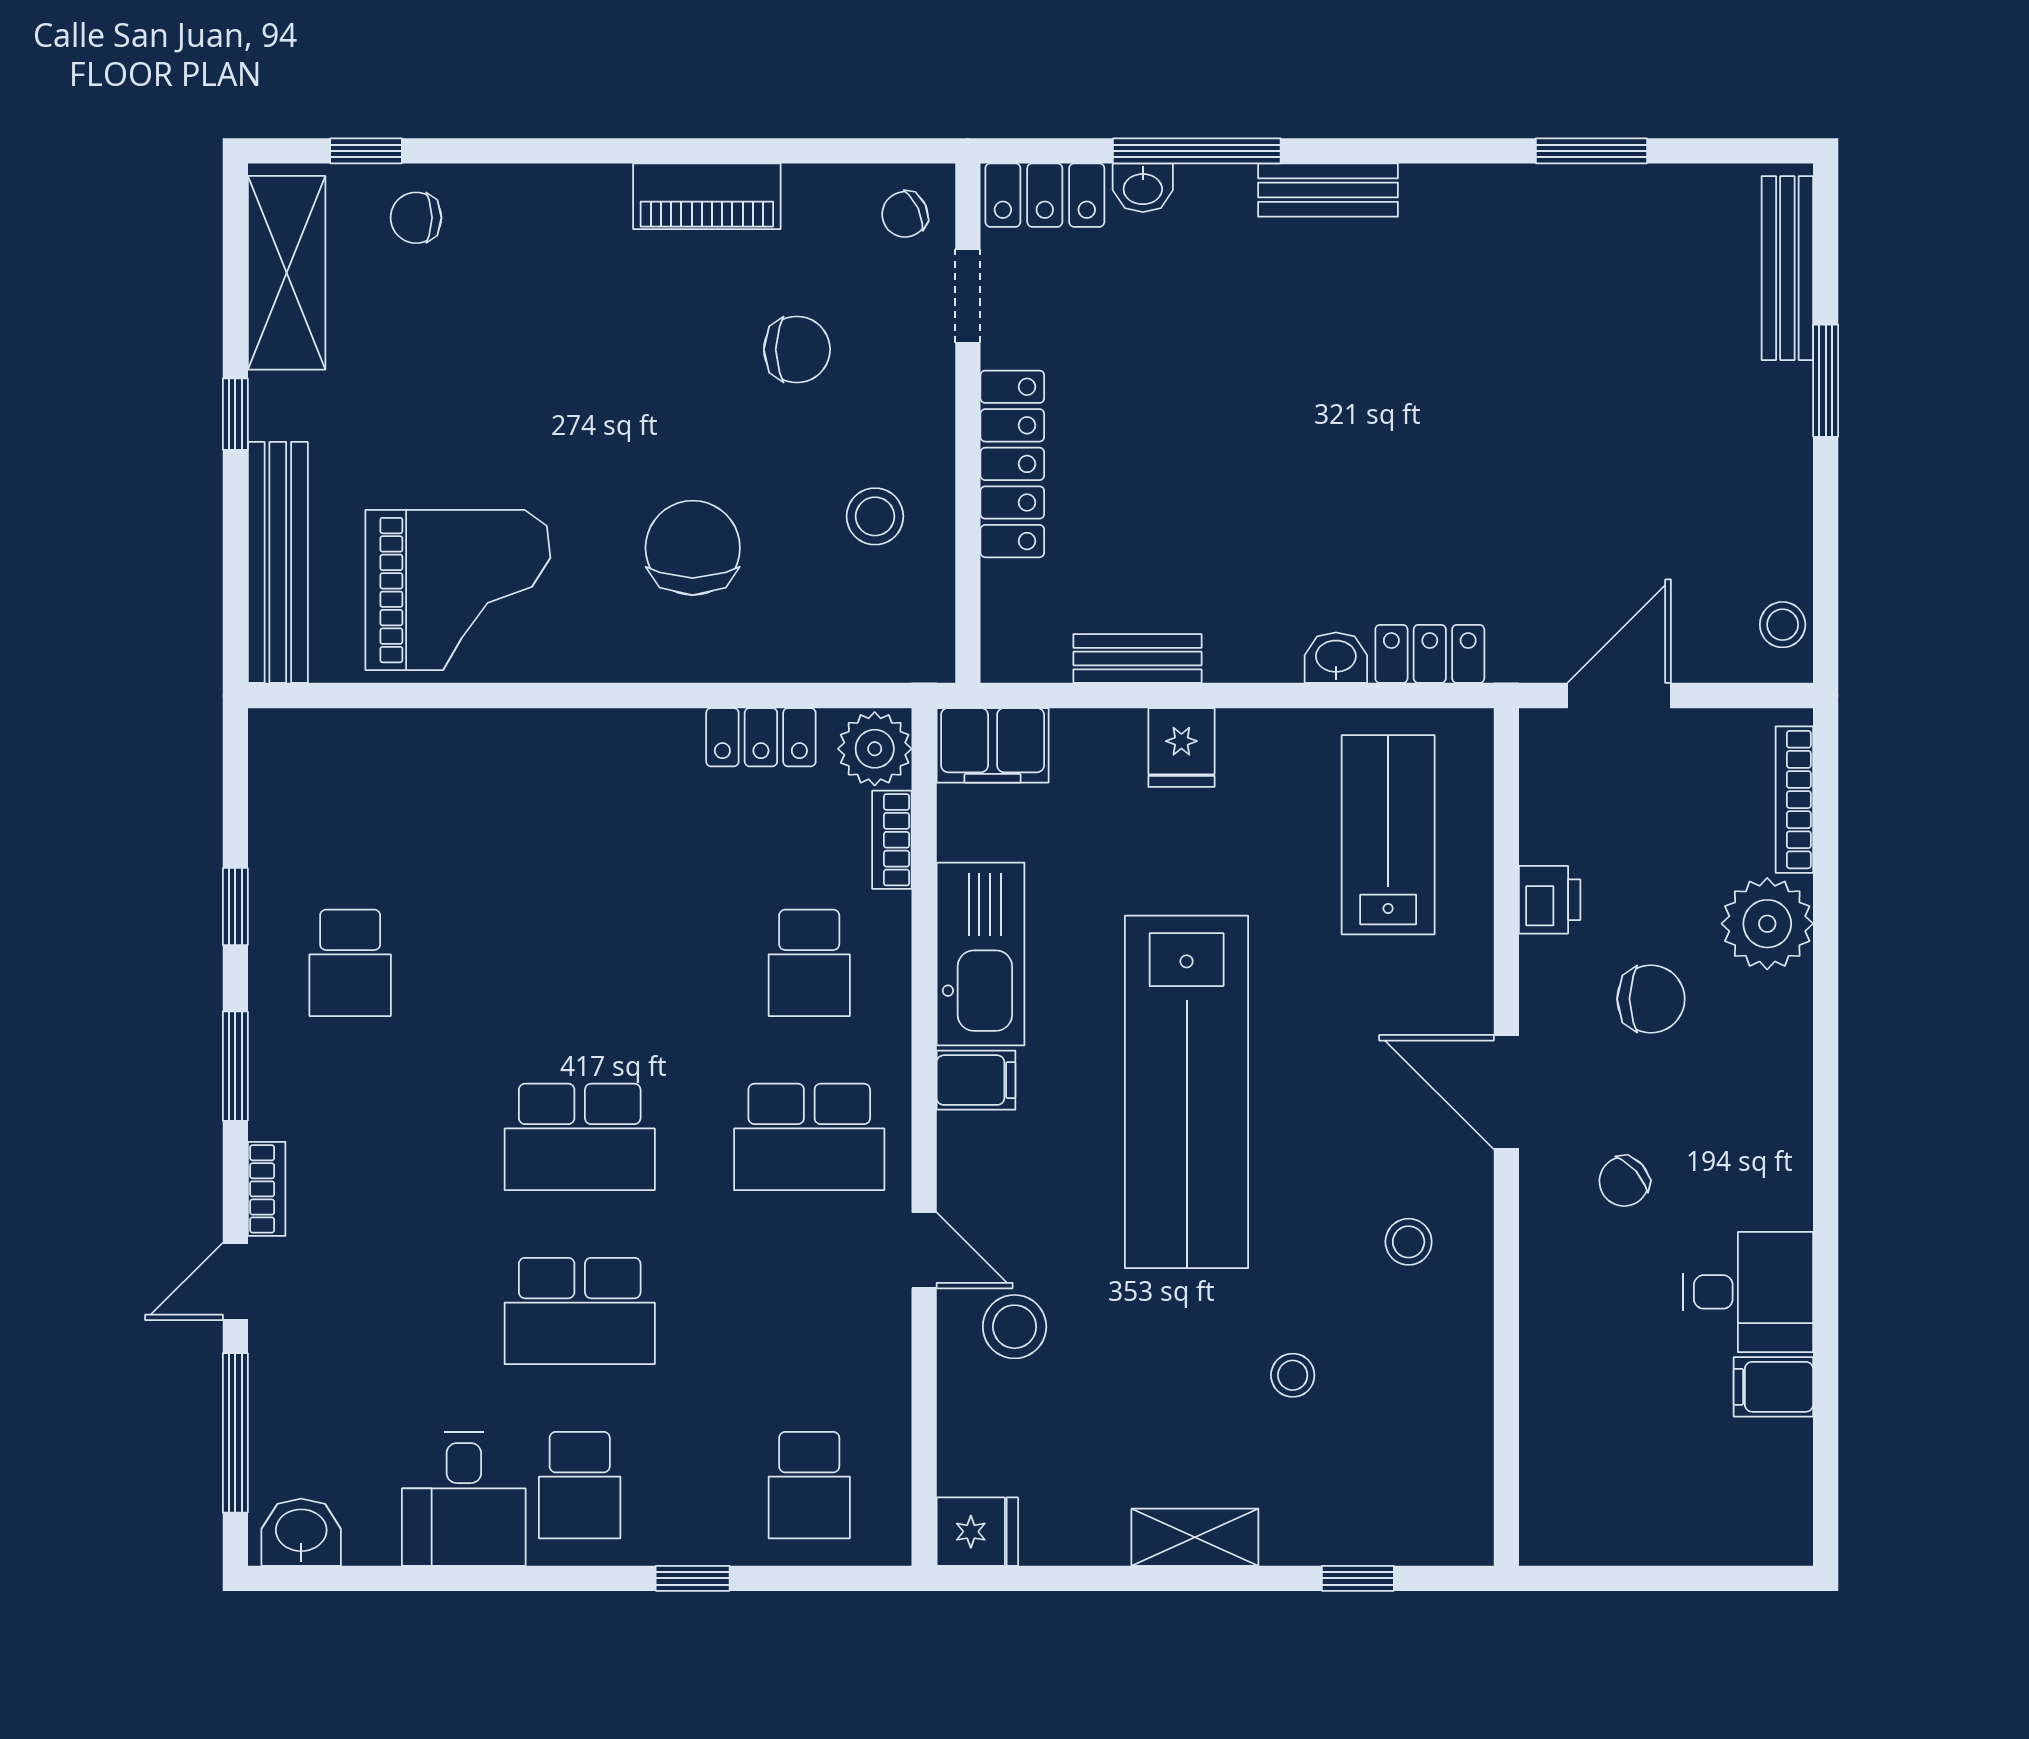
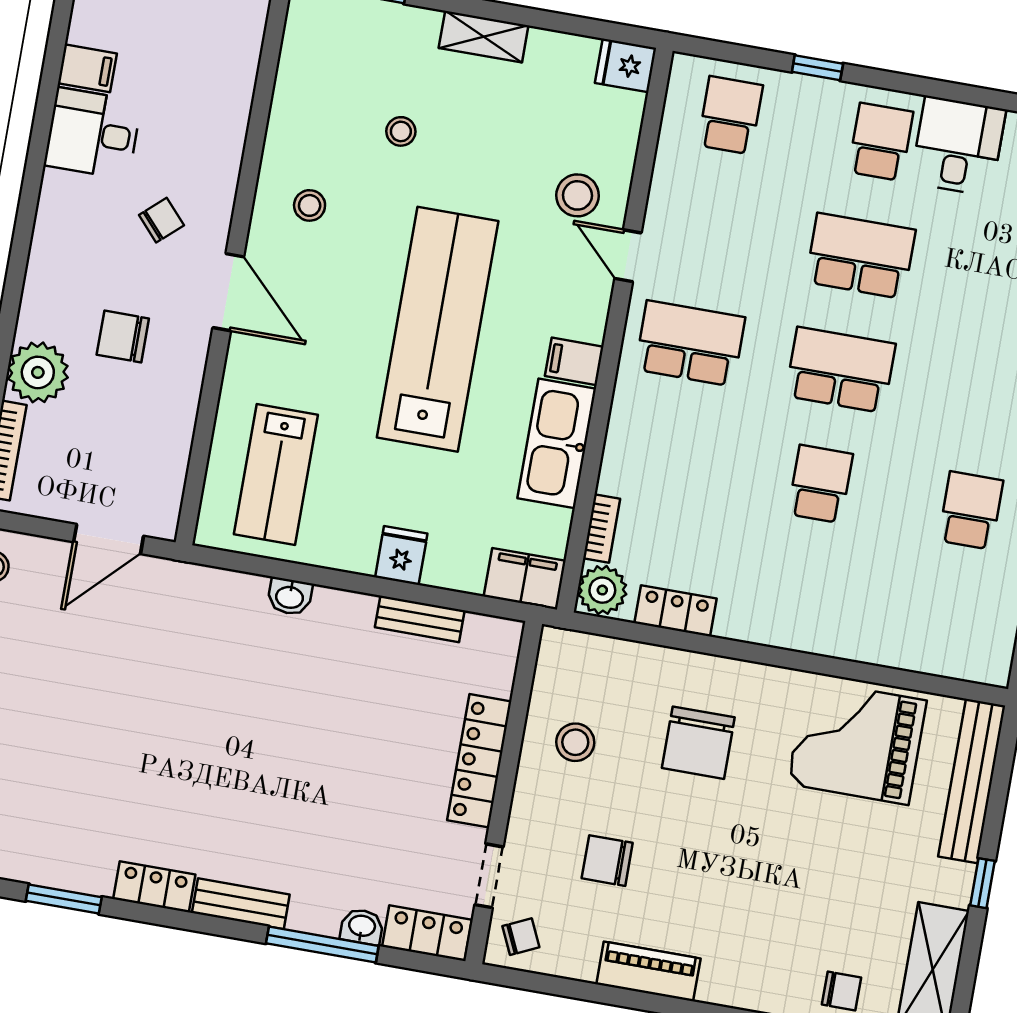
locker: (1430, 654) -> (154, 887), moved, turned 180
printer: (1550, 900) -> (178, 413), removed
school desk: (809, 963) -> (820, 484), moved

